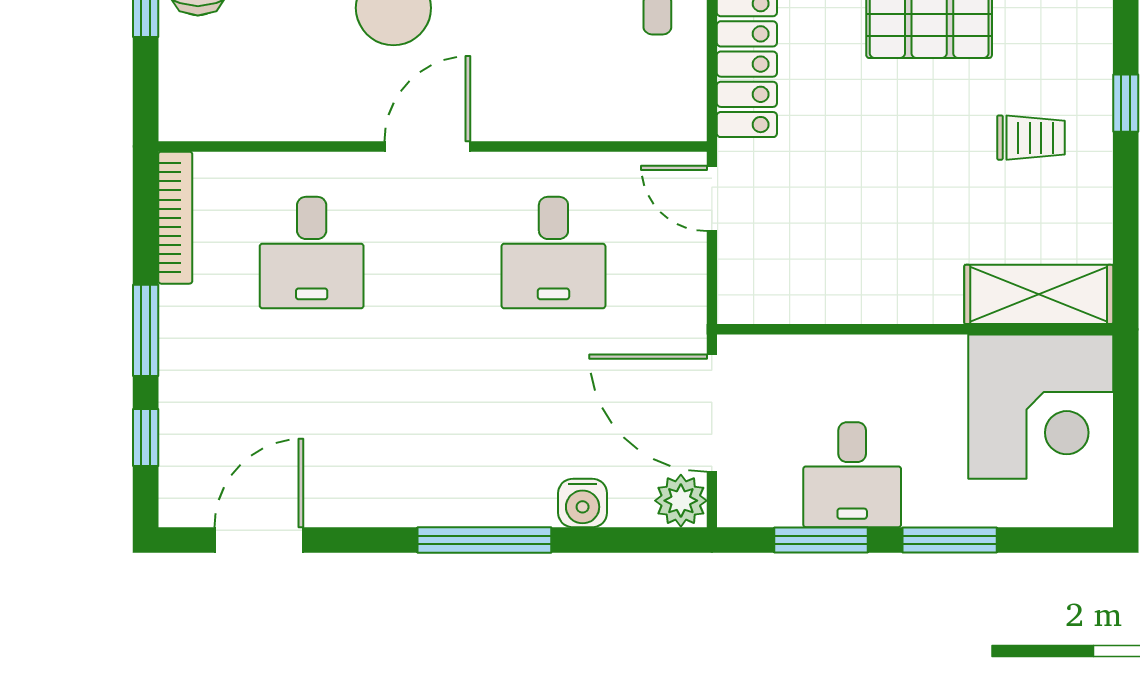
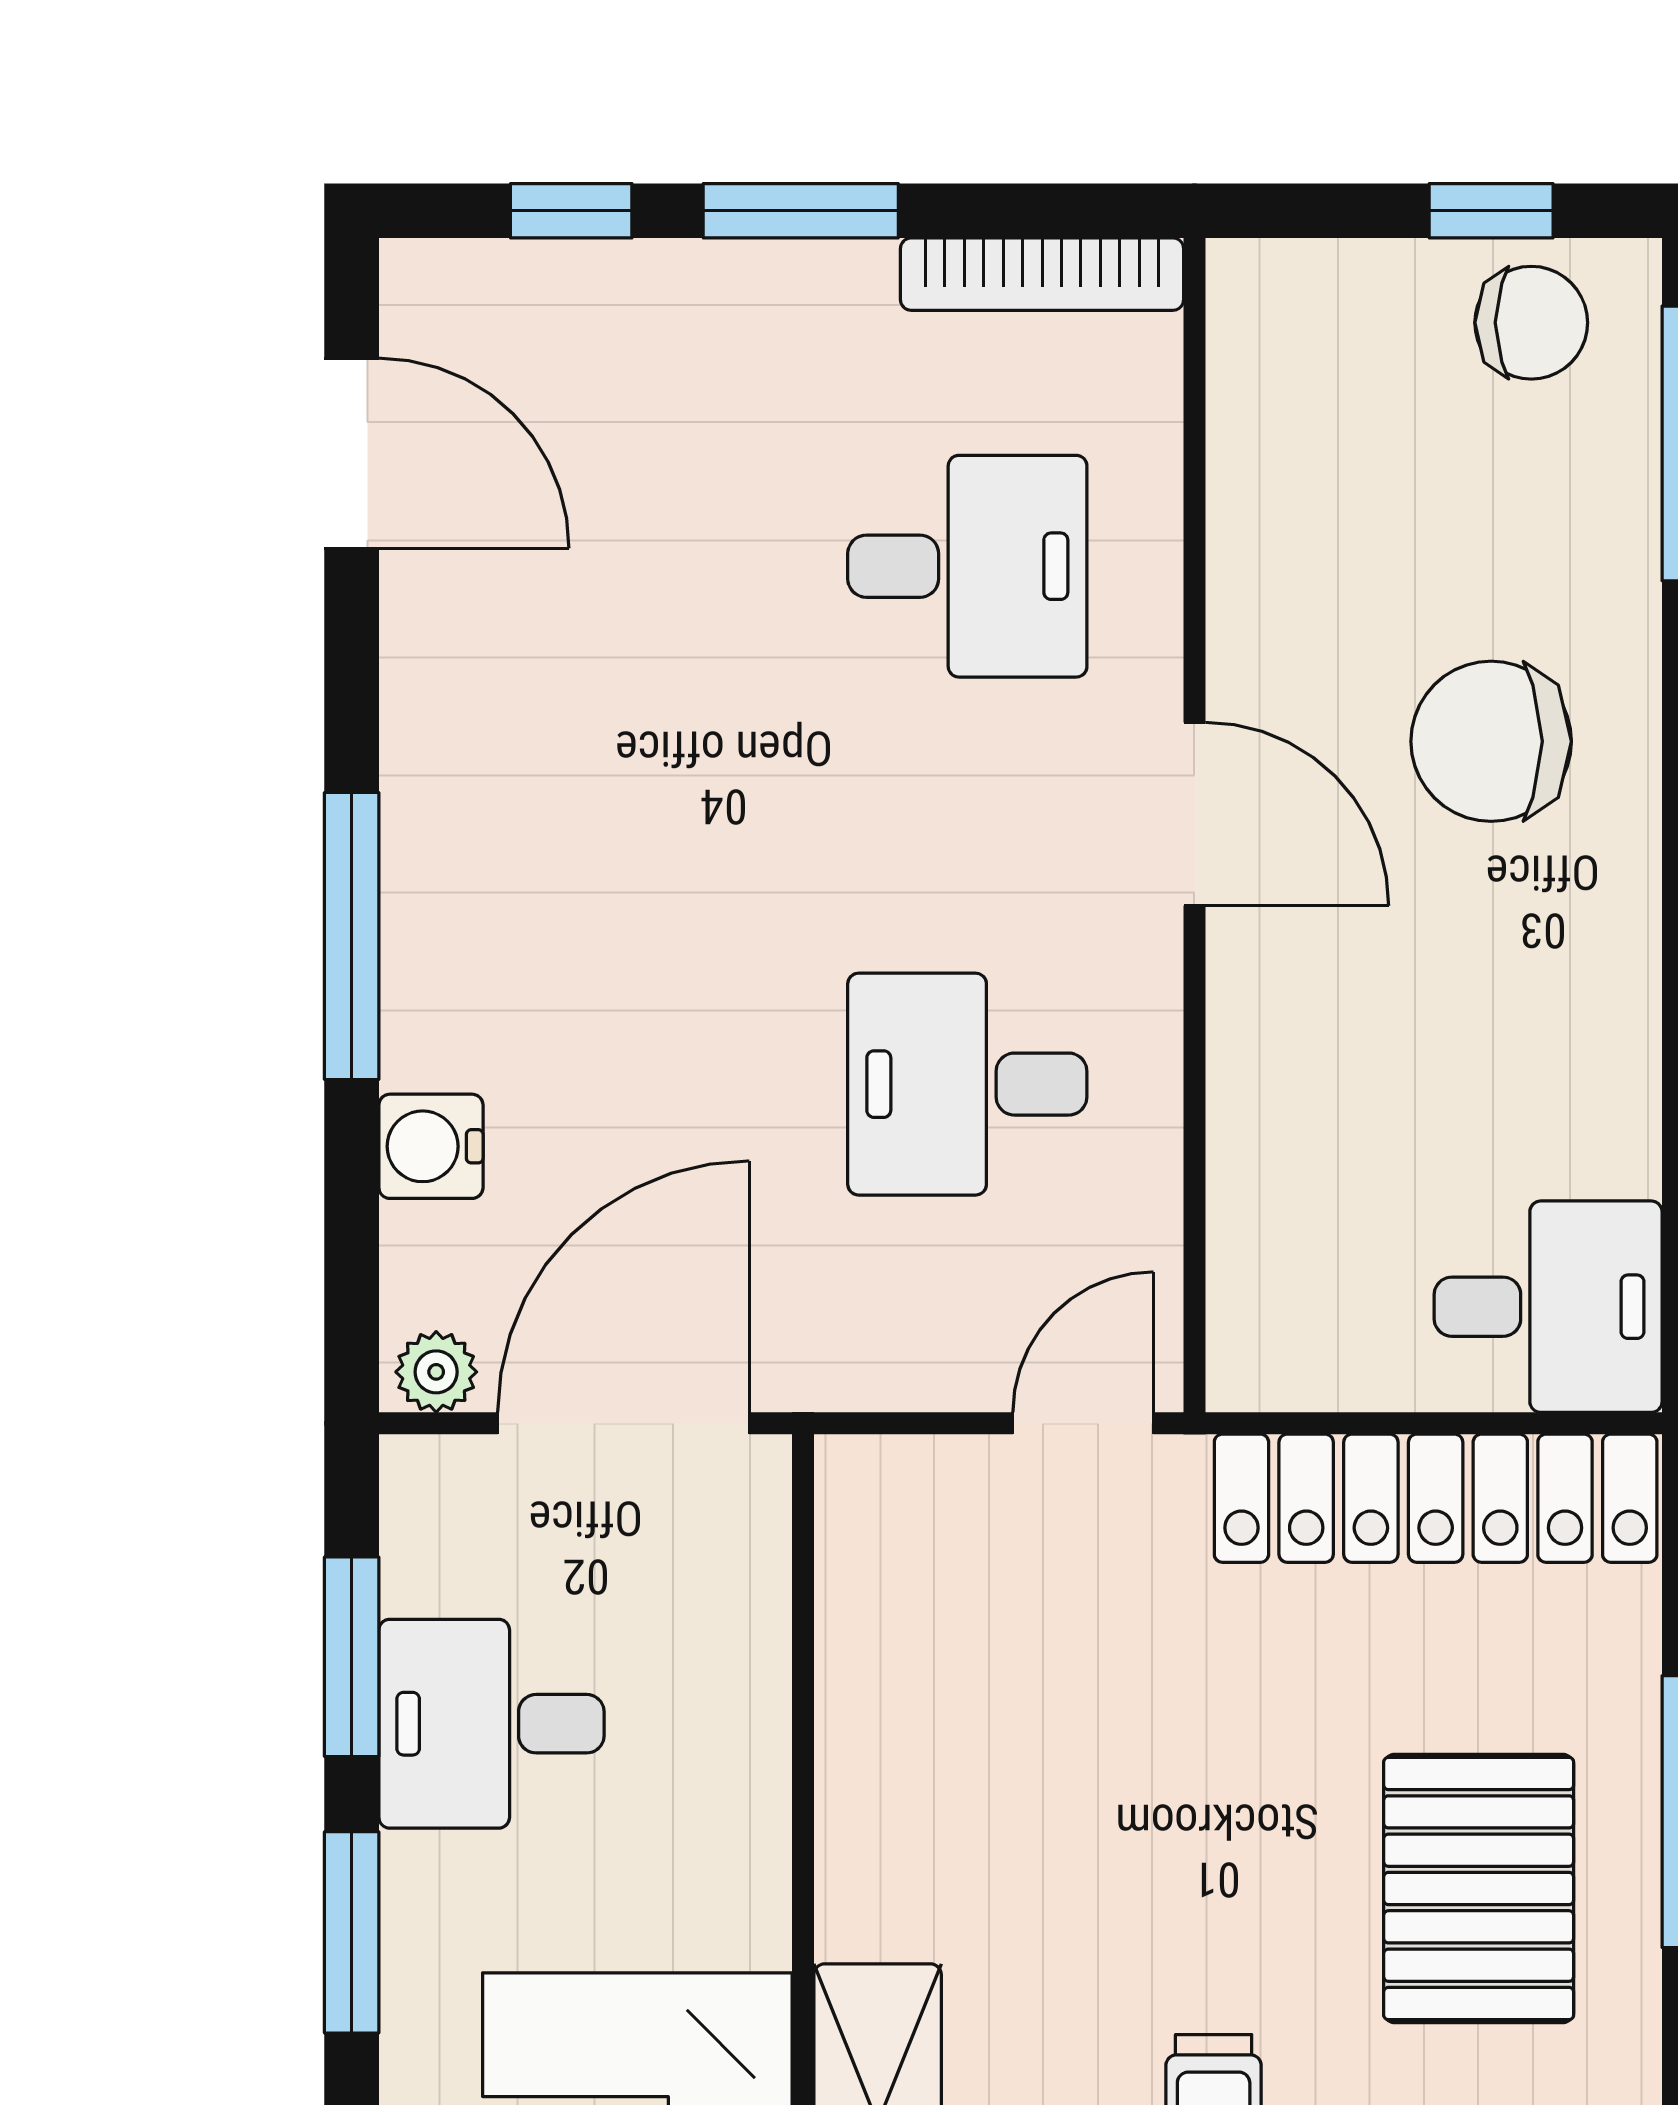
desk: (312, 253) -> (967, 566), turned 180
plant: (681, 501) -> (436, 1372), width x0.73, depth x0.73

